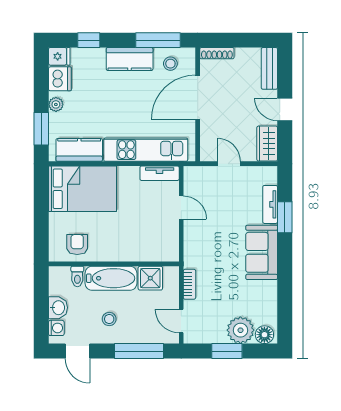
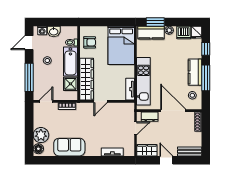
window: (158, 40) -> (206, 78), moved
door: (285, 109) -> (166, 160), hinge flipped
dresser: (208, 139) -> (150, 117), added
kitchen counter: (79, 150) -> (151, 33), moved, turned 90
door: (181, 208) -> (101, 101), moved
window: (285, 217) -> (105, 160), removed
wardrobe: (142, 250) -> (87, 79), added
sofa: (262, 252) -> (69, 147), moved
window: (227, 351) -> (29, 127), removed

